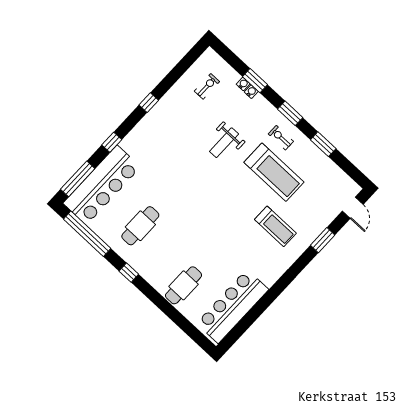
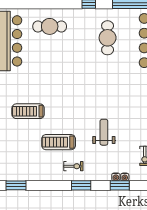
window: (323, 144) -> (16, 185), moved
treadmill: (274, 172) -> (59, 142), width x0.73, depth x0.73
cafe table: (184, 285) -> (50, 26), turned 90

